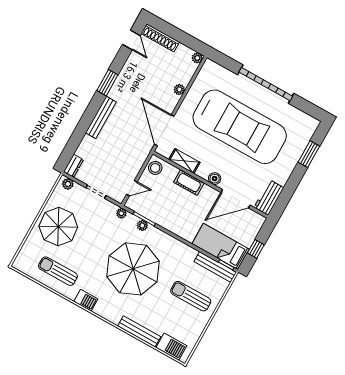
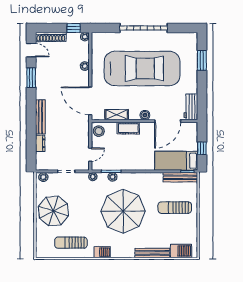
window: (190, 42) -> (74, 28), added
window: (107, 83) -> (31, 78), moved
dresser: (74, 166) -> (40, 143), moved

